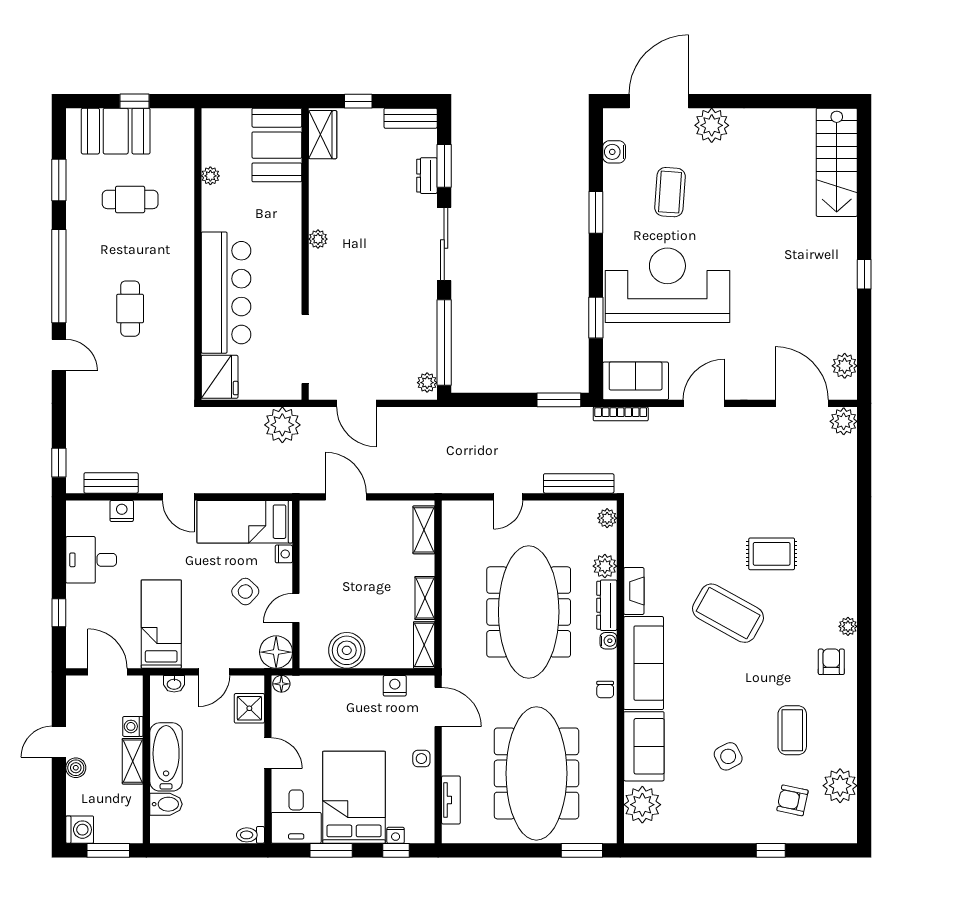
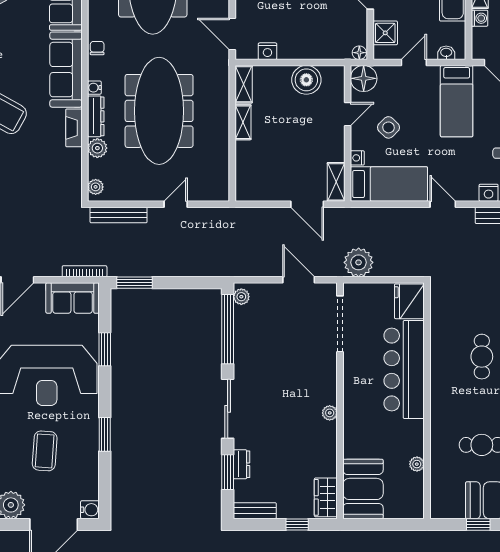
water cooler: (614, 152) -> (90, 510), moved
shelving: (424, 530) -> (336, 182), moved

